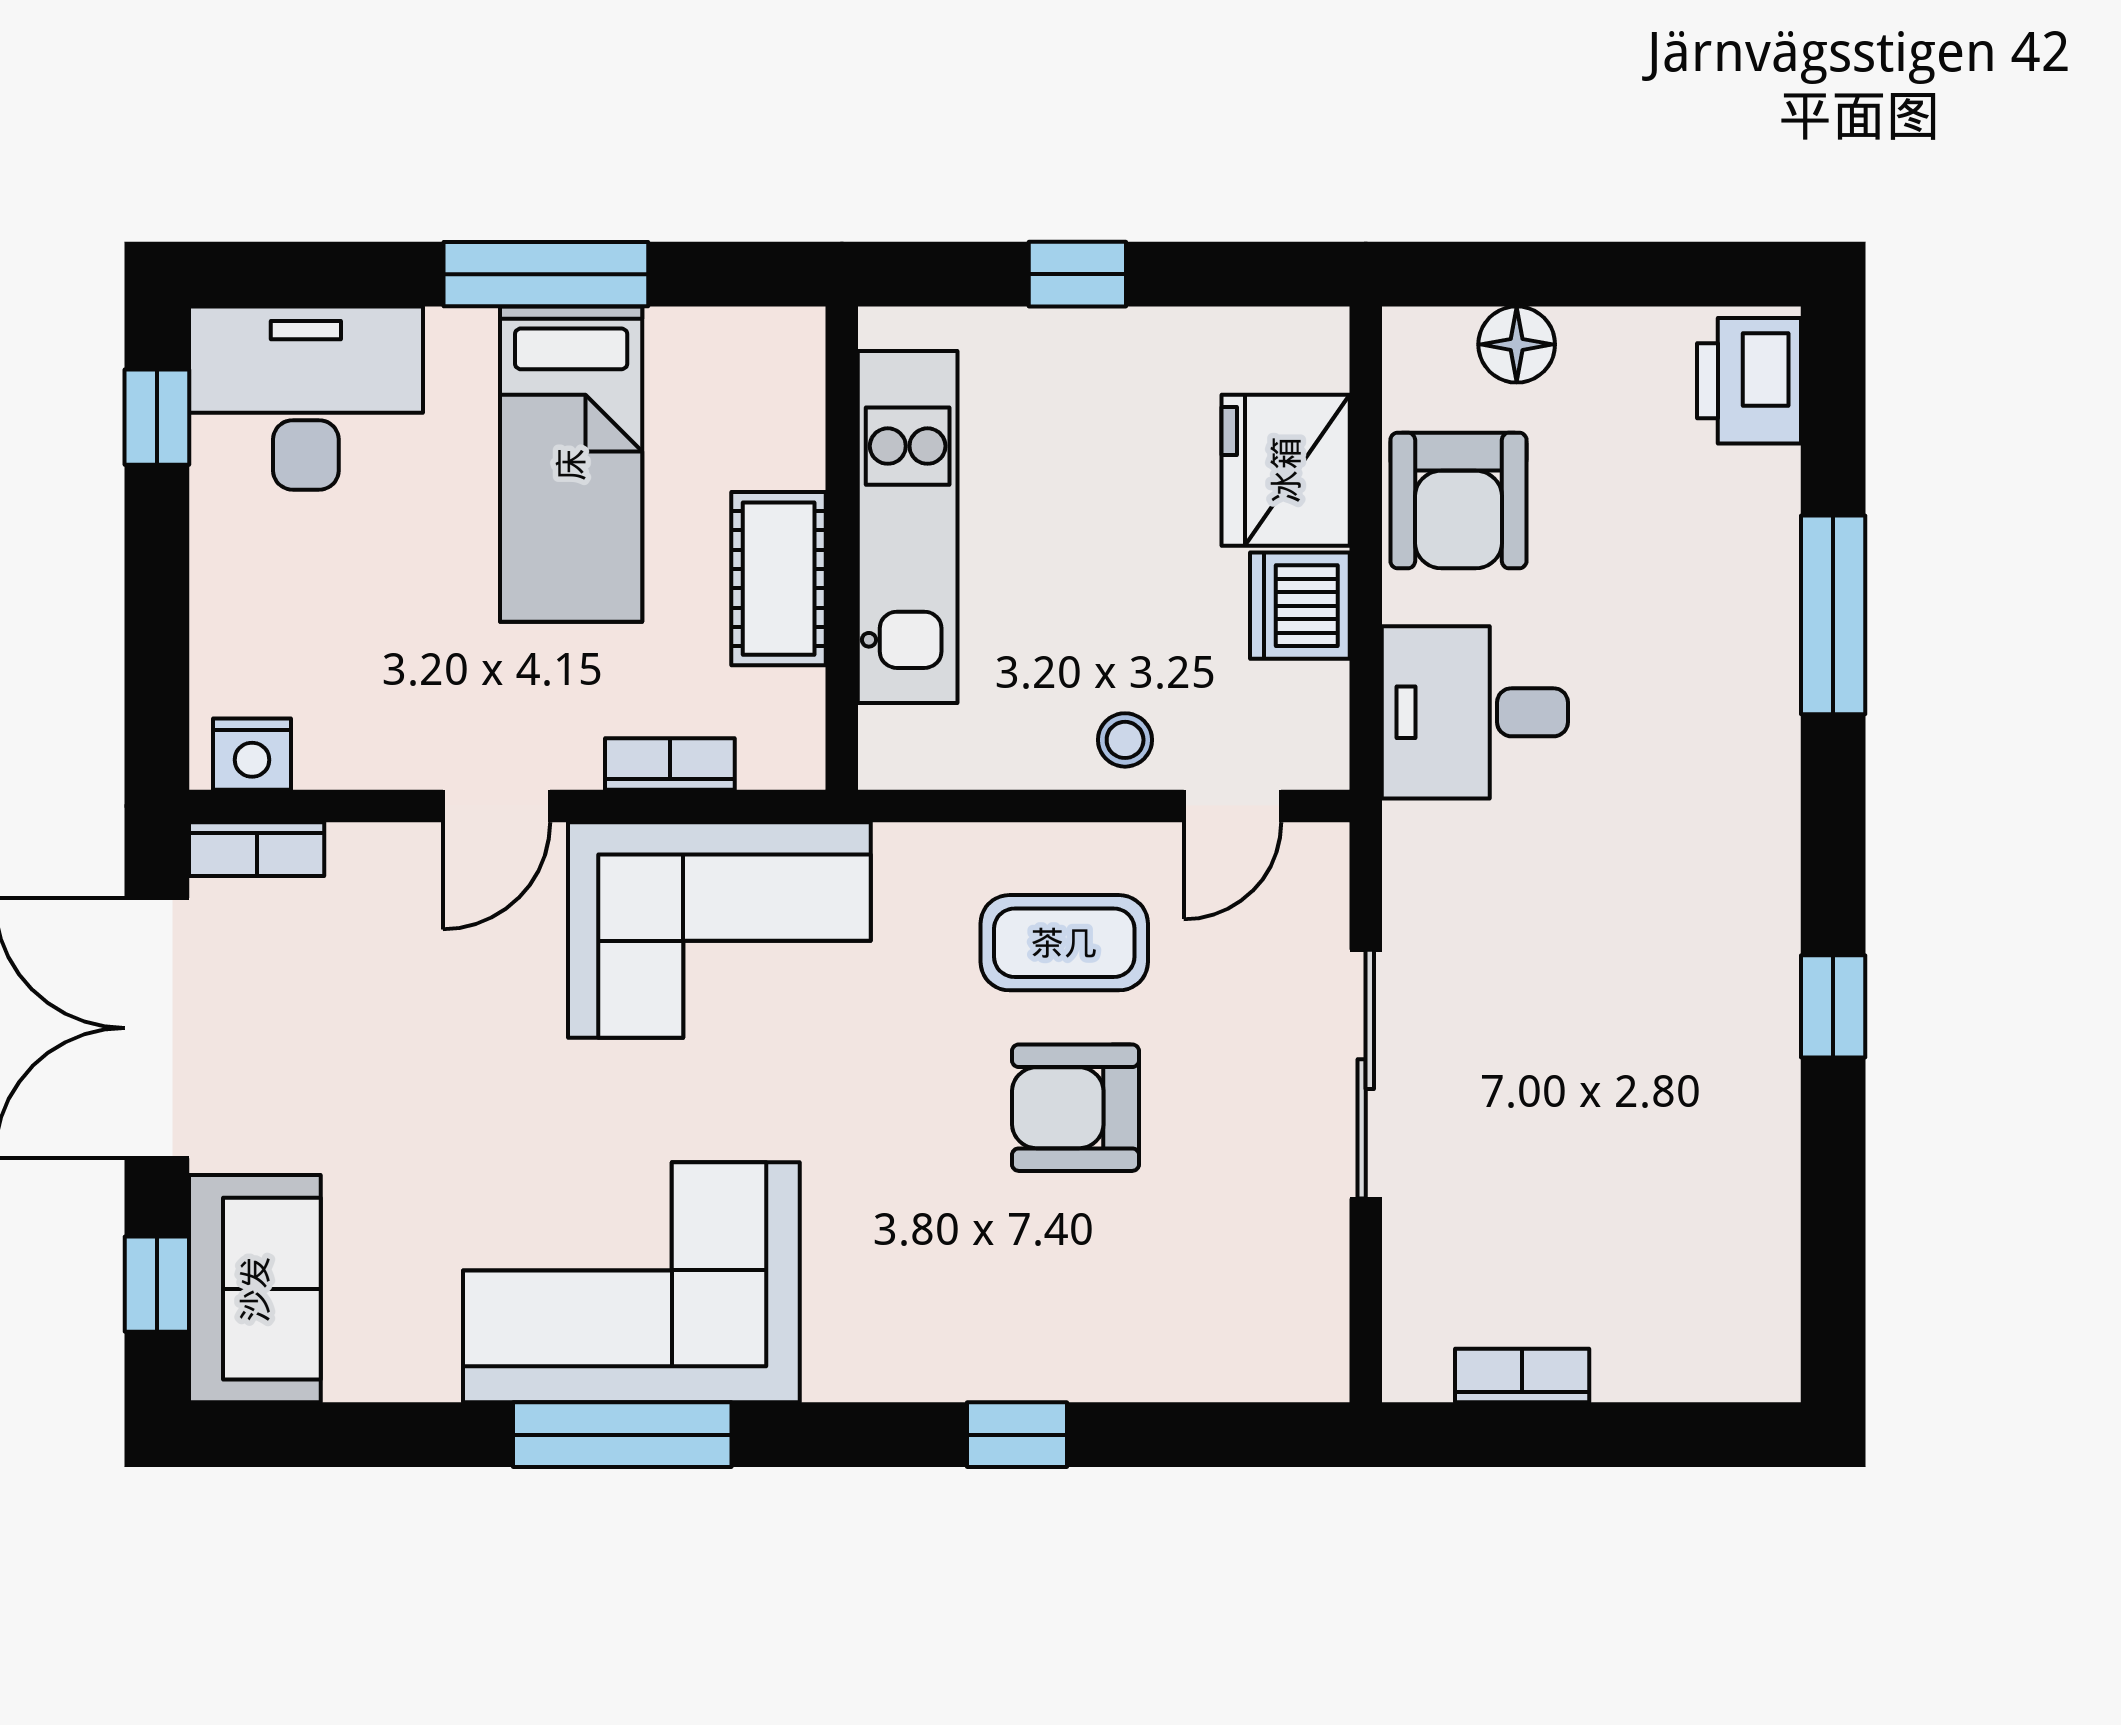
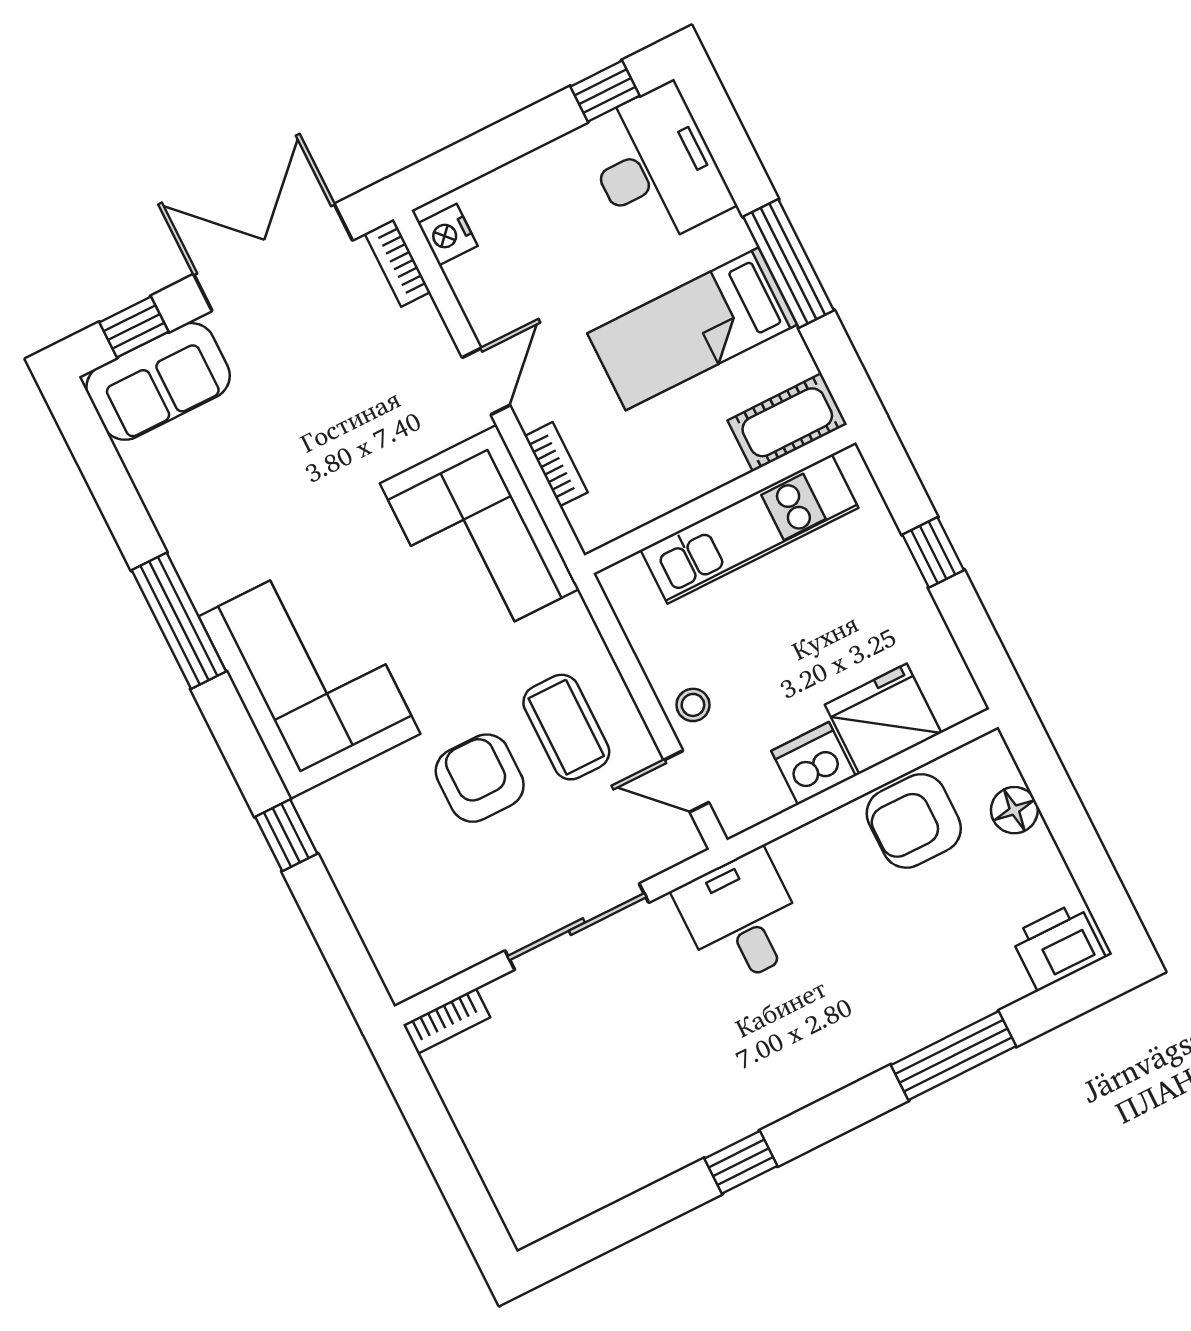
cot: (779, 579) -> (787, 422), moved
desk: (1475, 712) -> (741, 918), moved
door: (496, 806) -> (486, 381), swing flipped
corner sofa: (631, 1282) -> (309, 675), moved
bookcase: (1522, 1376) -> (447, 1021), moved, turned 90

